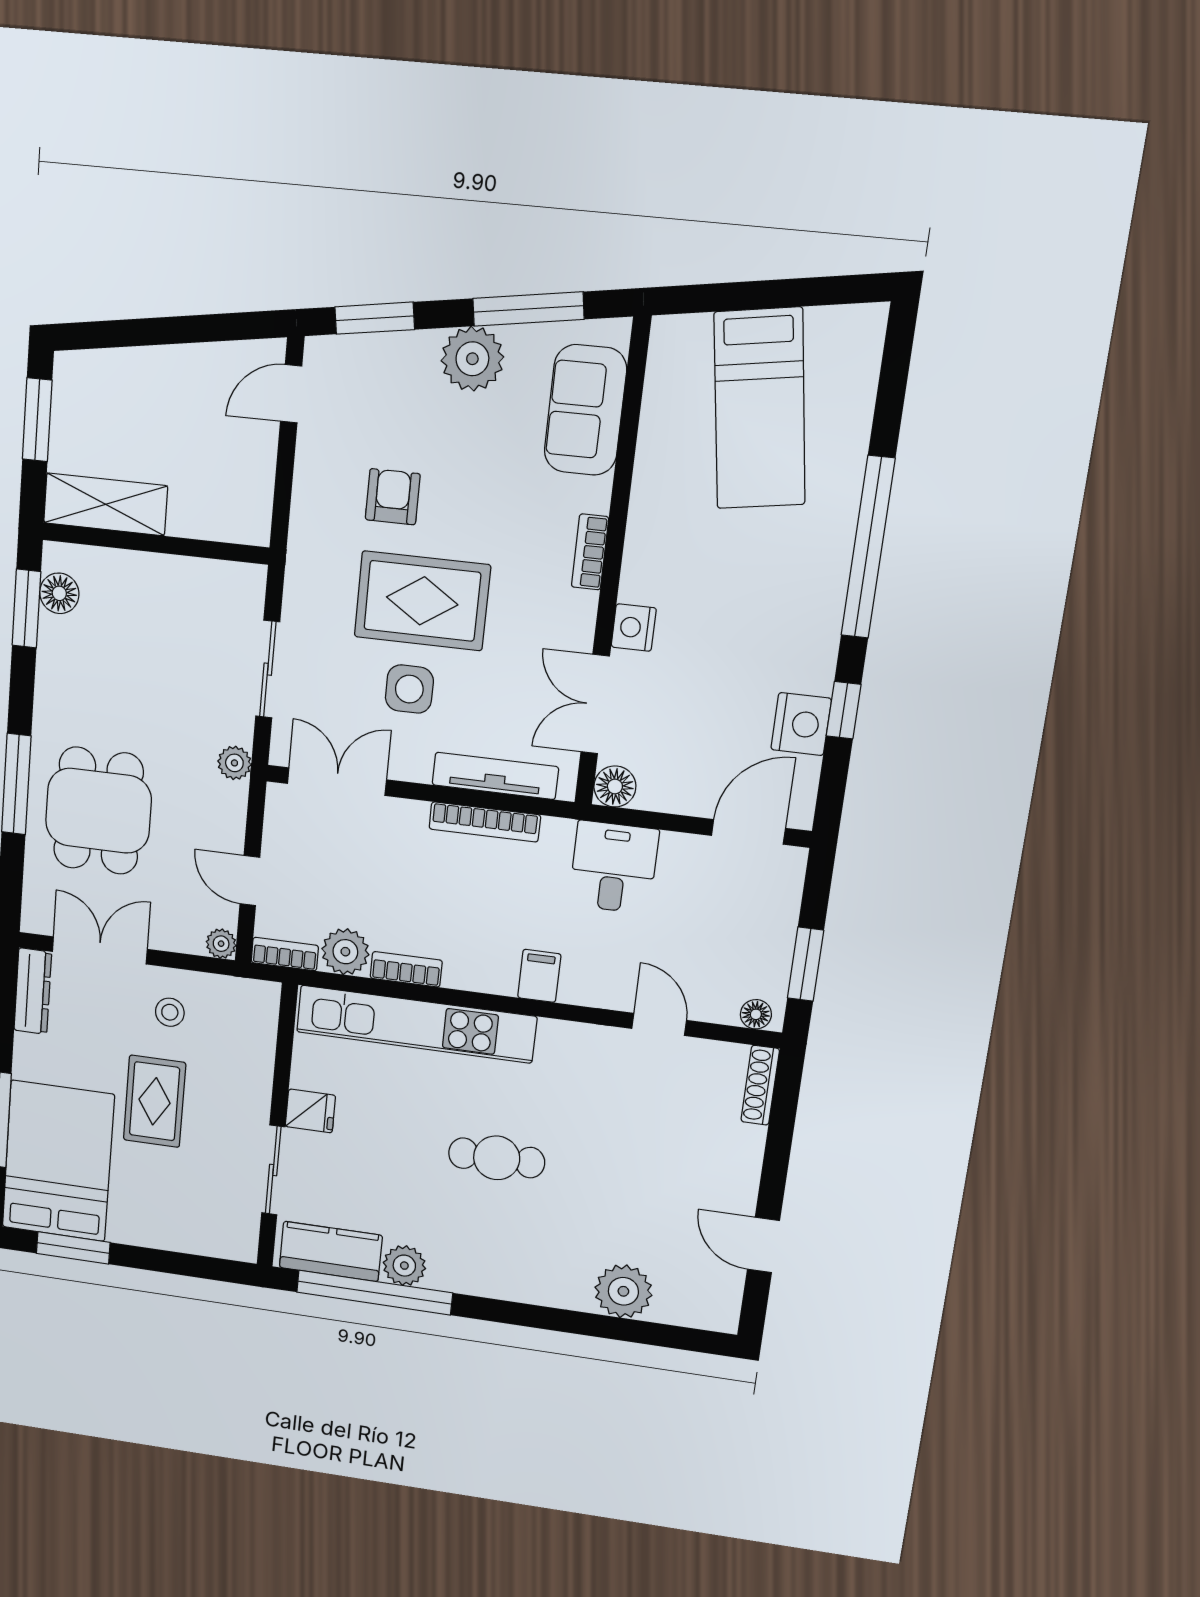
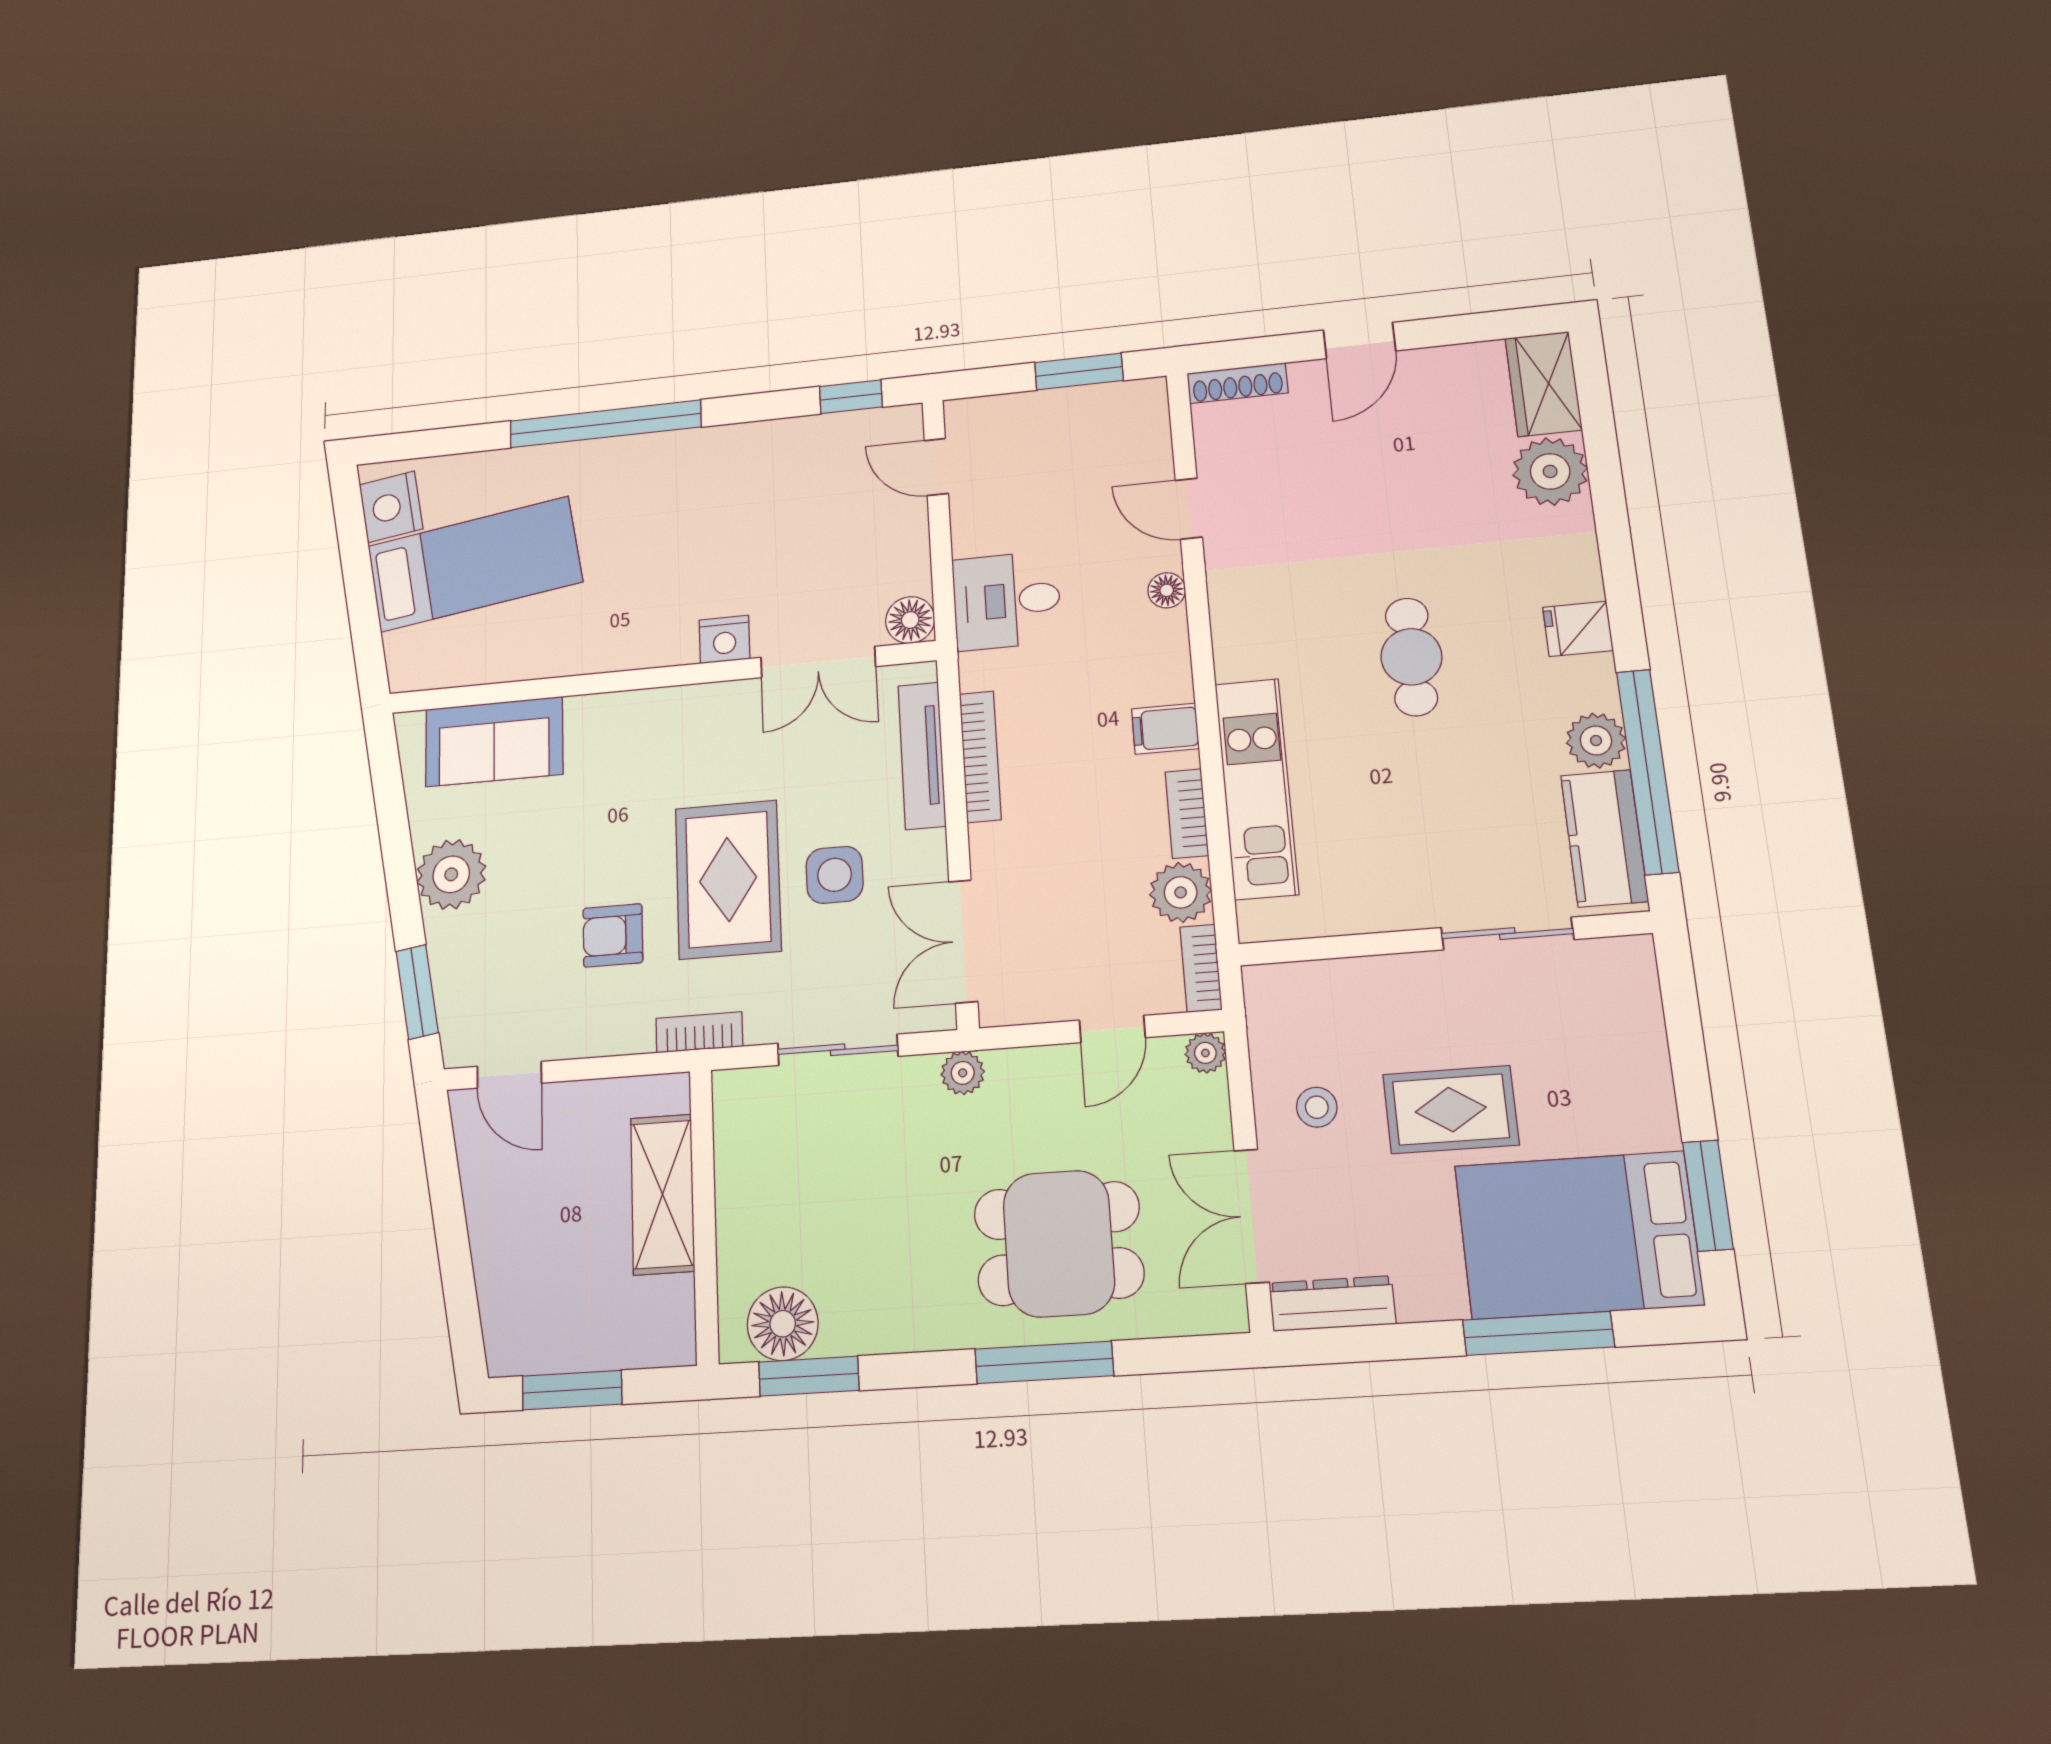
window: (528, 309) -> (393, 824), removed
shelving: (105, 504) -> (663, 1194), moved
bookcase: (590, 552) -> (699, 1032), moved, turned 180
floor lamp: (59, 593) -> (783, 1324), width x1.38, depth x1.38
window: (844, 710) -> (851, 397), moved
nightstand: (801, 724) -> (391, 507), moved, turned -99
door: (748, 832) -> (936, 467), width x0.73
filing cabinet: (539, 976) -> (1165, 729), moved
floor lamp: (756, 1014) -> (1167, 590), moved
kitchen unit: (416, 1024) -> (1257, 788), width x0.73
door: (659, 1024) -> (1189, 509), hinge flipped
fridge: (310, 1111) -> (1578, 629), moved, turned -90
door: (763, 1245) -> (1359, 340), moved
wardrobe: (698, 1306) -> (1543, 384), added

